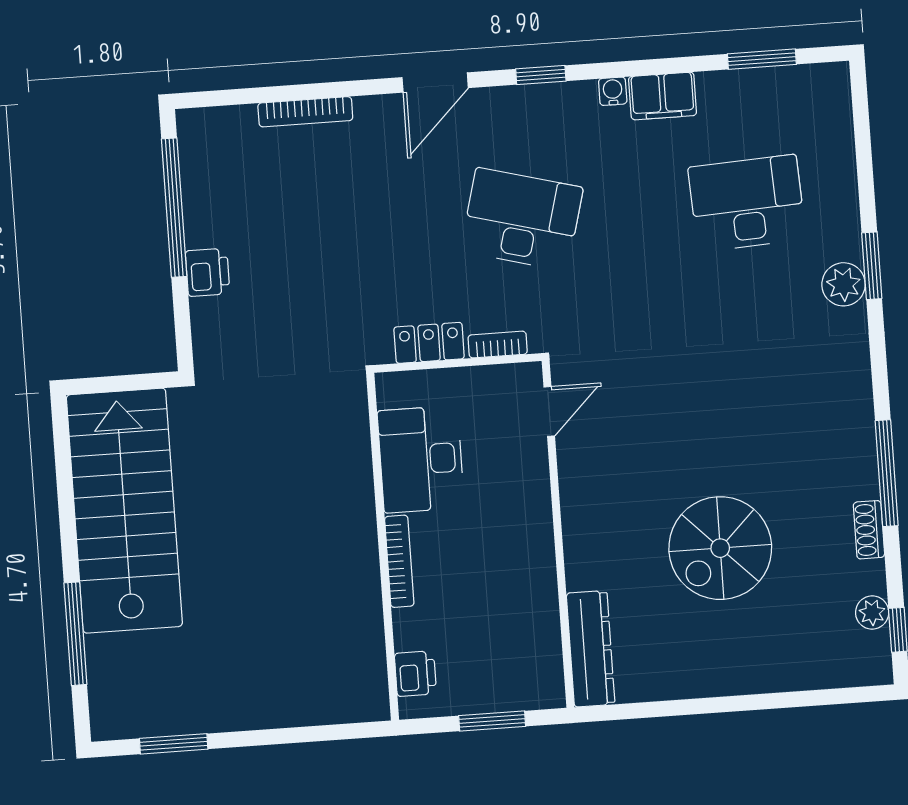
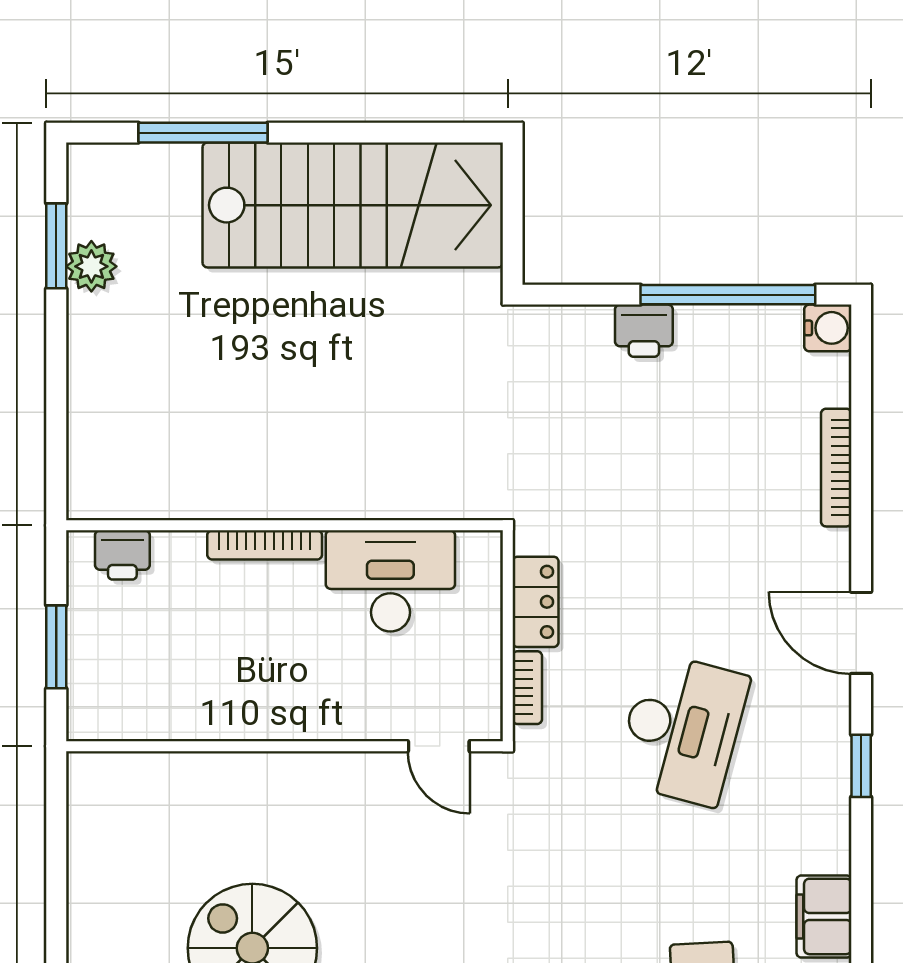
water cooler: (613, 91) -> (828, 328), moved, width x1.38, depth x1.38
dresser: (591, 649) -> (138, 777), removed
plant: (188, 715) -> (91, 266), added

